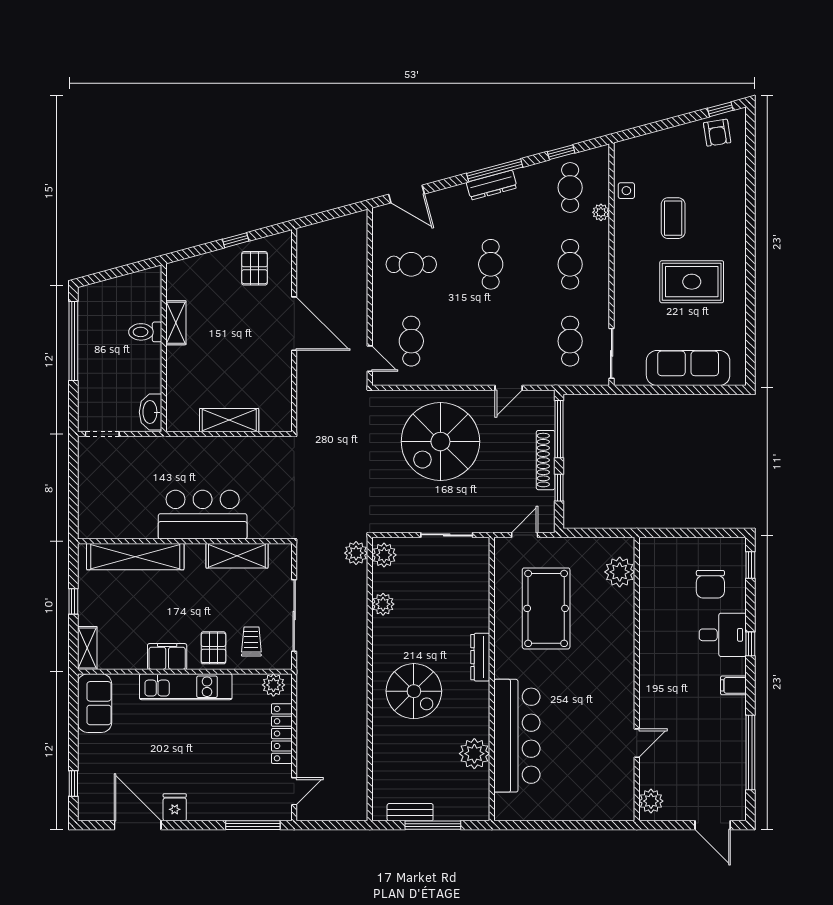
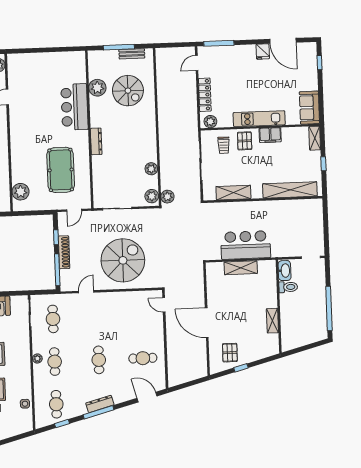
plant: (601, 212) -> (37, 358), moved
toilet: (145, 332) -> (288, 287), moved
cafe table: (411, 341) -> (141, 316), removed
bar counter: (203, 515) -> (246, 245), moved, turned 180
spiral stairs: (414, 691) -> (128, 91), moved, turned 180
bar counter: (517, 736) -> (74, 107), width x0.73

